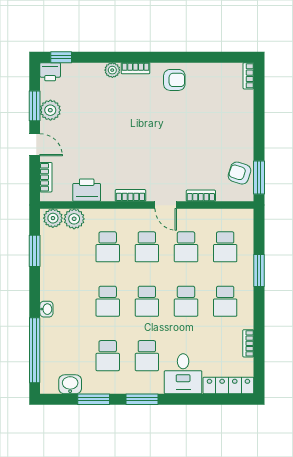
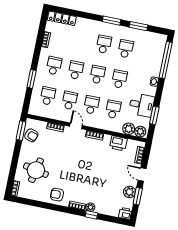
window: (61, 57) -> (91, 215), moved
round table: (219, 115) -> (36, 170), added
desk: (183, 374) -> (142, 105), moved, turned 90
washbasin: (70, 384) -> (150, 37), removed

